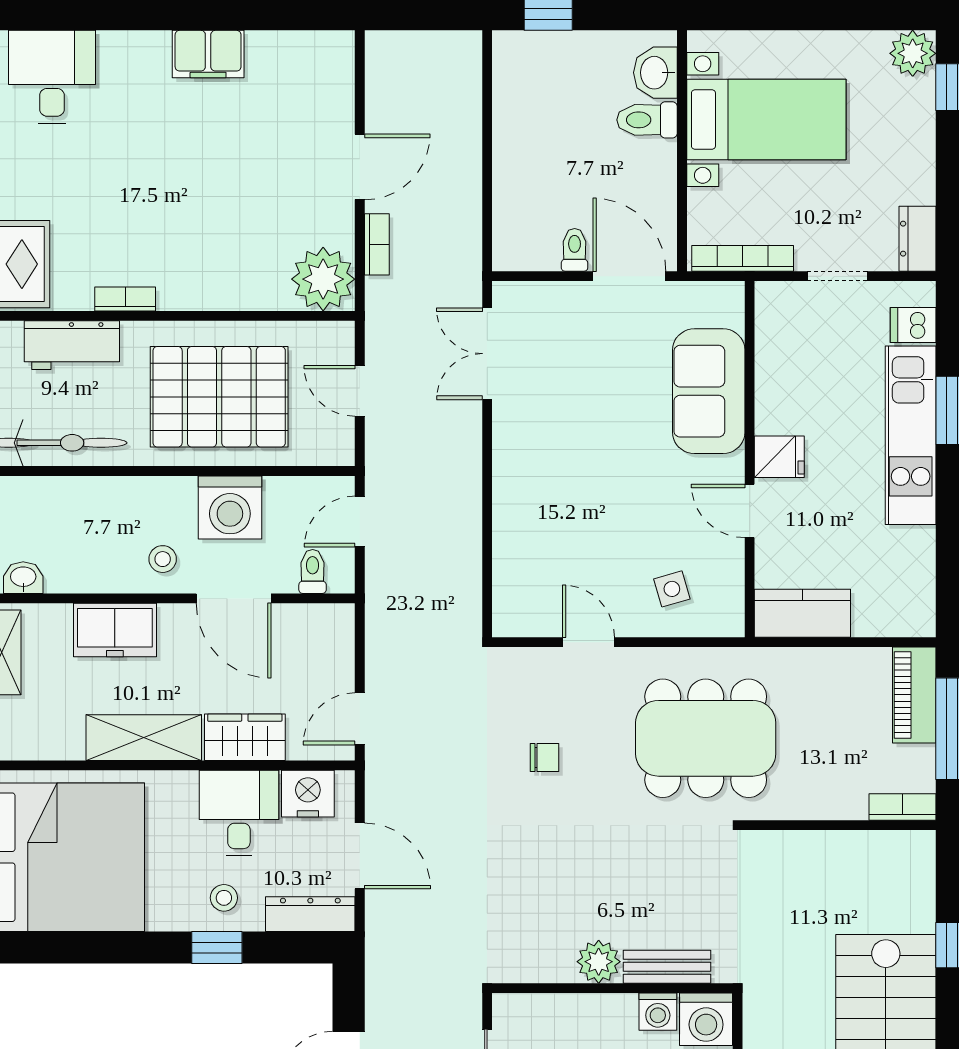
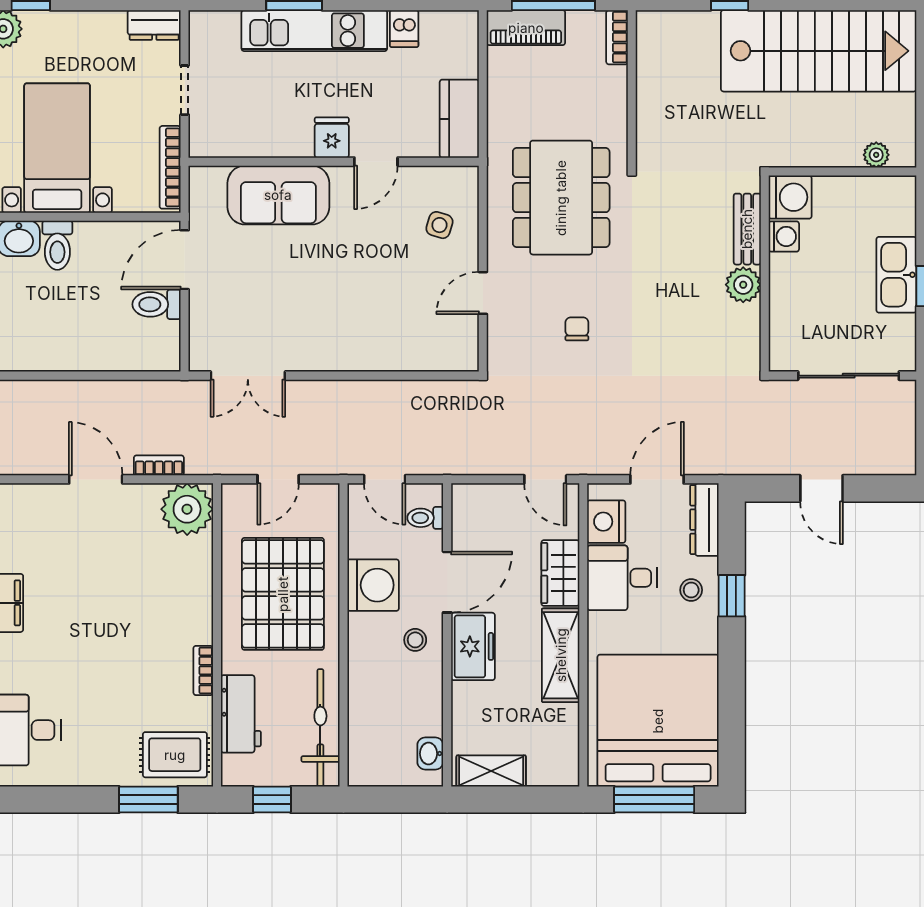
toilet: (575, 250) -> (157, 304), width x1.37, depth x1.39
dishwasher: (913, 325) -> (404, 29), moved
side table: (672, 589) -> (439, 225), turned 33
freezer: (115, 630) -> (473, 646), moved

